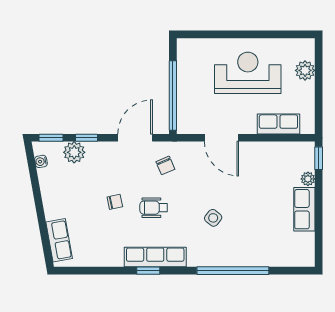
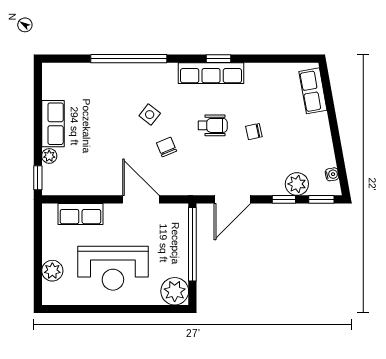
plant: (190, 51) -> (175, 291), added
chair: (165, 165) -> (166, 147), moved

